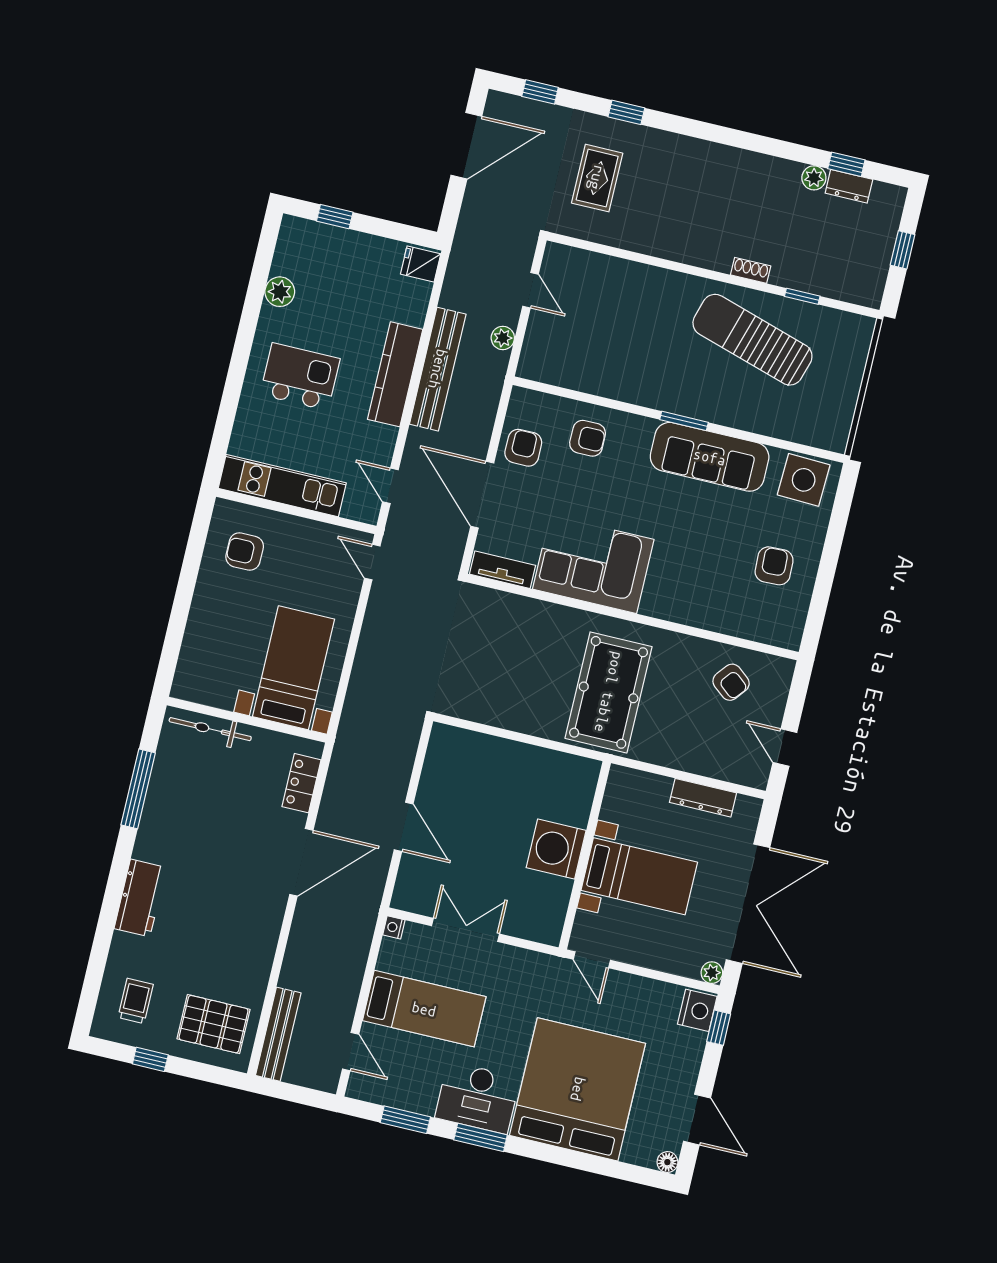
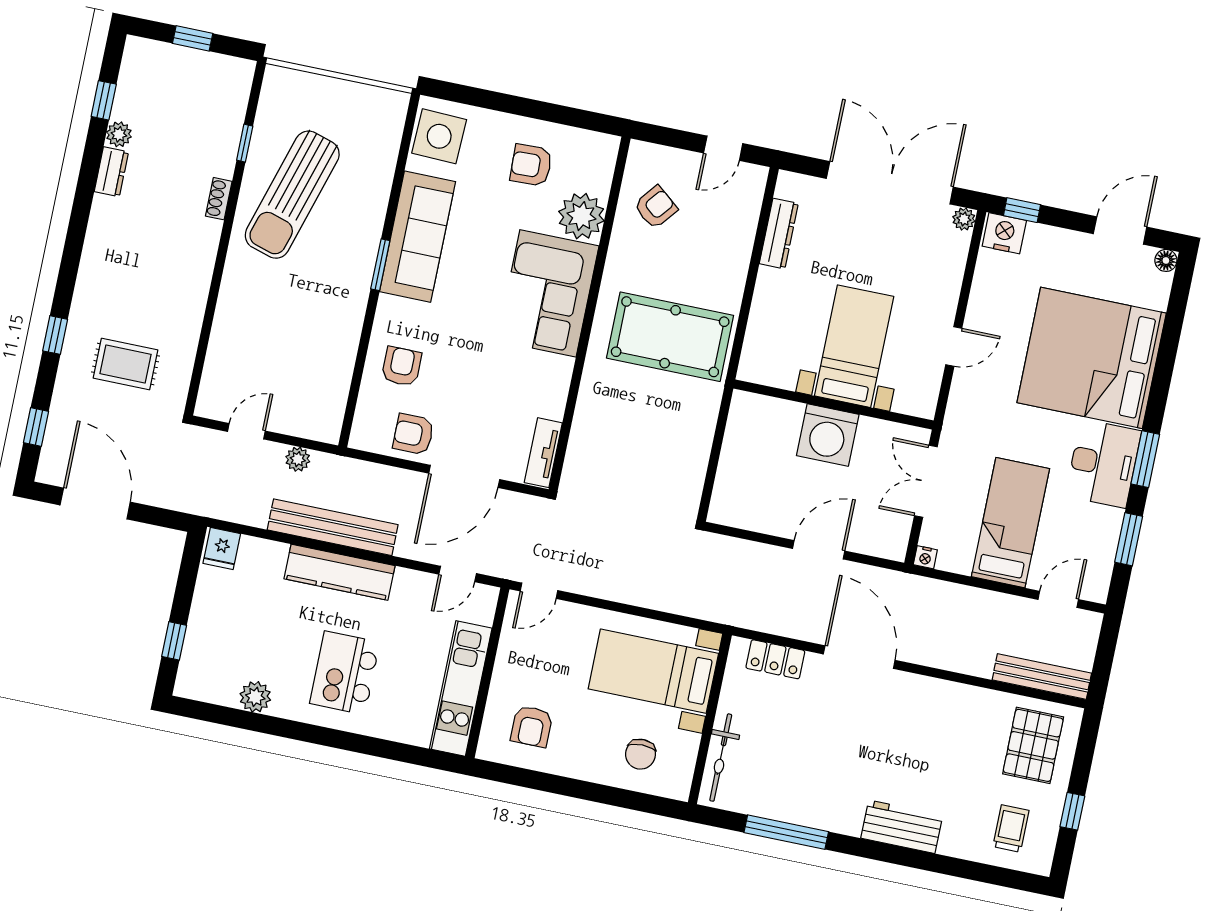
dresser: (849, 186) -> (111, 172), moved
corner sofa: (593, 564) -> (548, 293), moved
plant: (725, 612) -> (581, 216), added
chair: (216, 653) -> (640, 754), added
washing machine: (556, 849) -> (828, 435), moved
wall: (585, 855) -> (834, 404), moved
bed with nightstands: (639, 876) -> (854, 346), moved
trolley: (136, 1001) -> (1011, 829), turned 90

